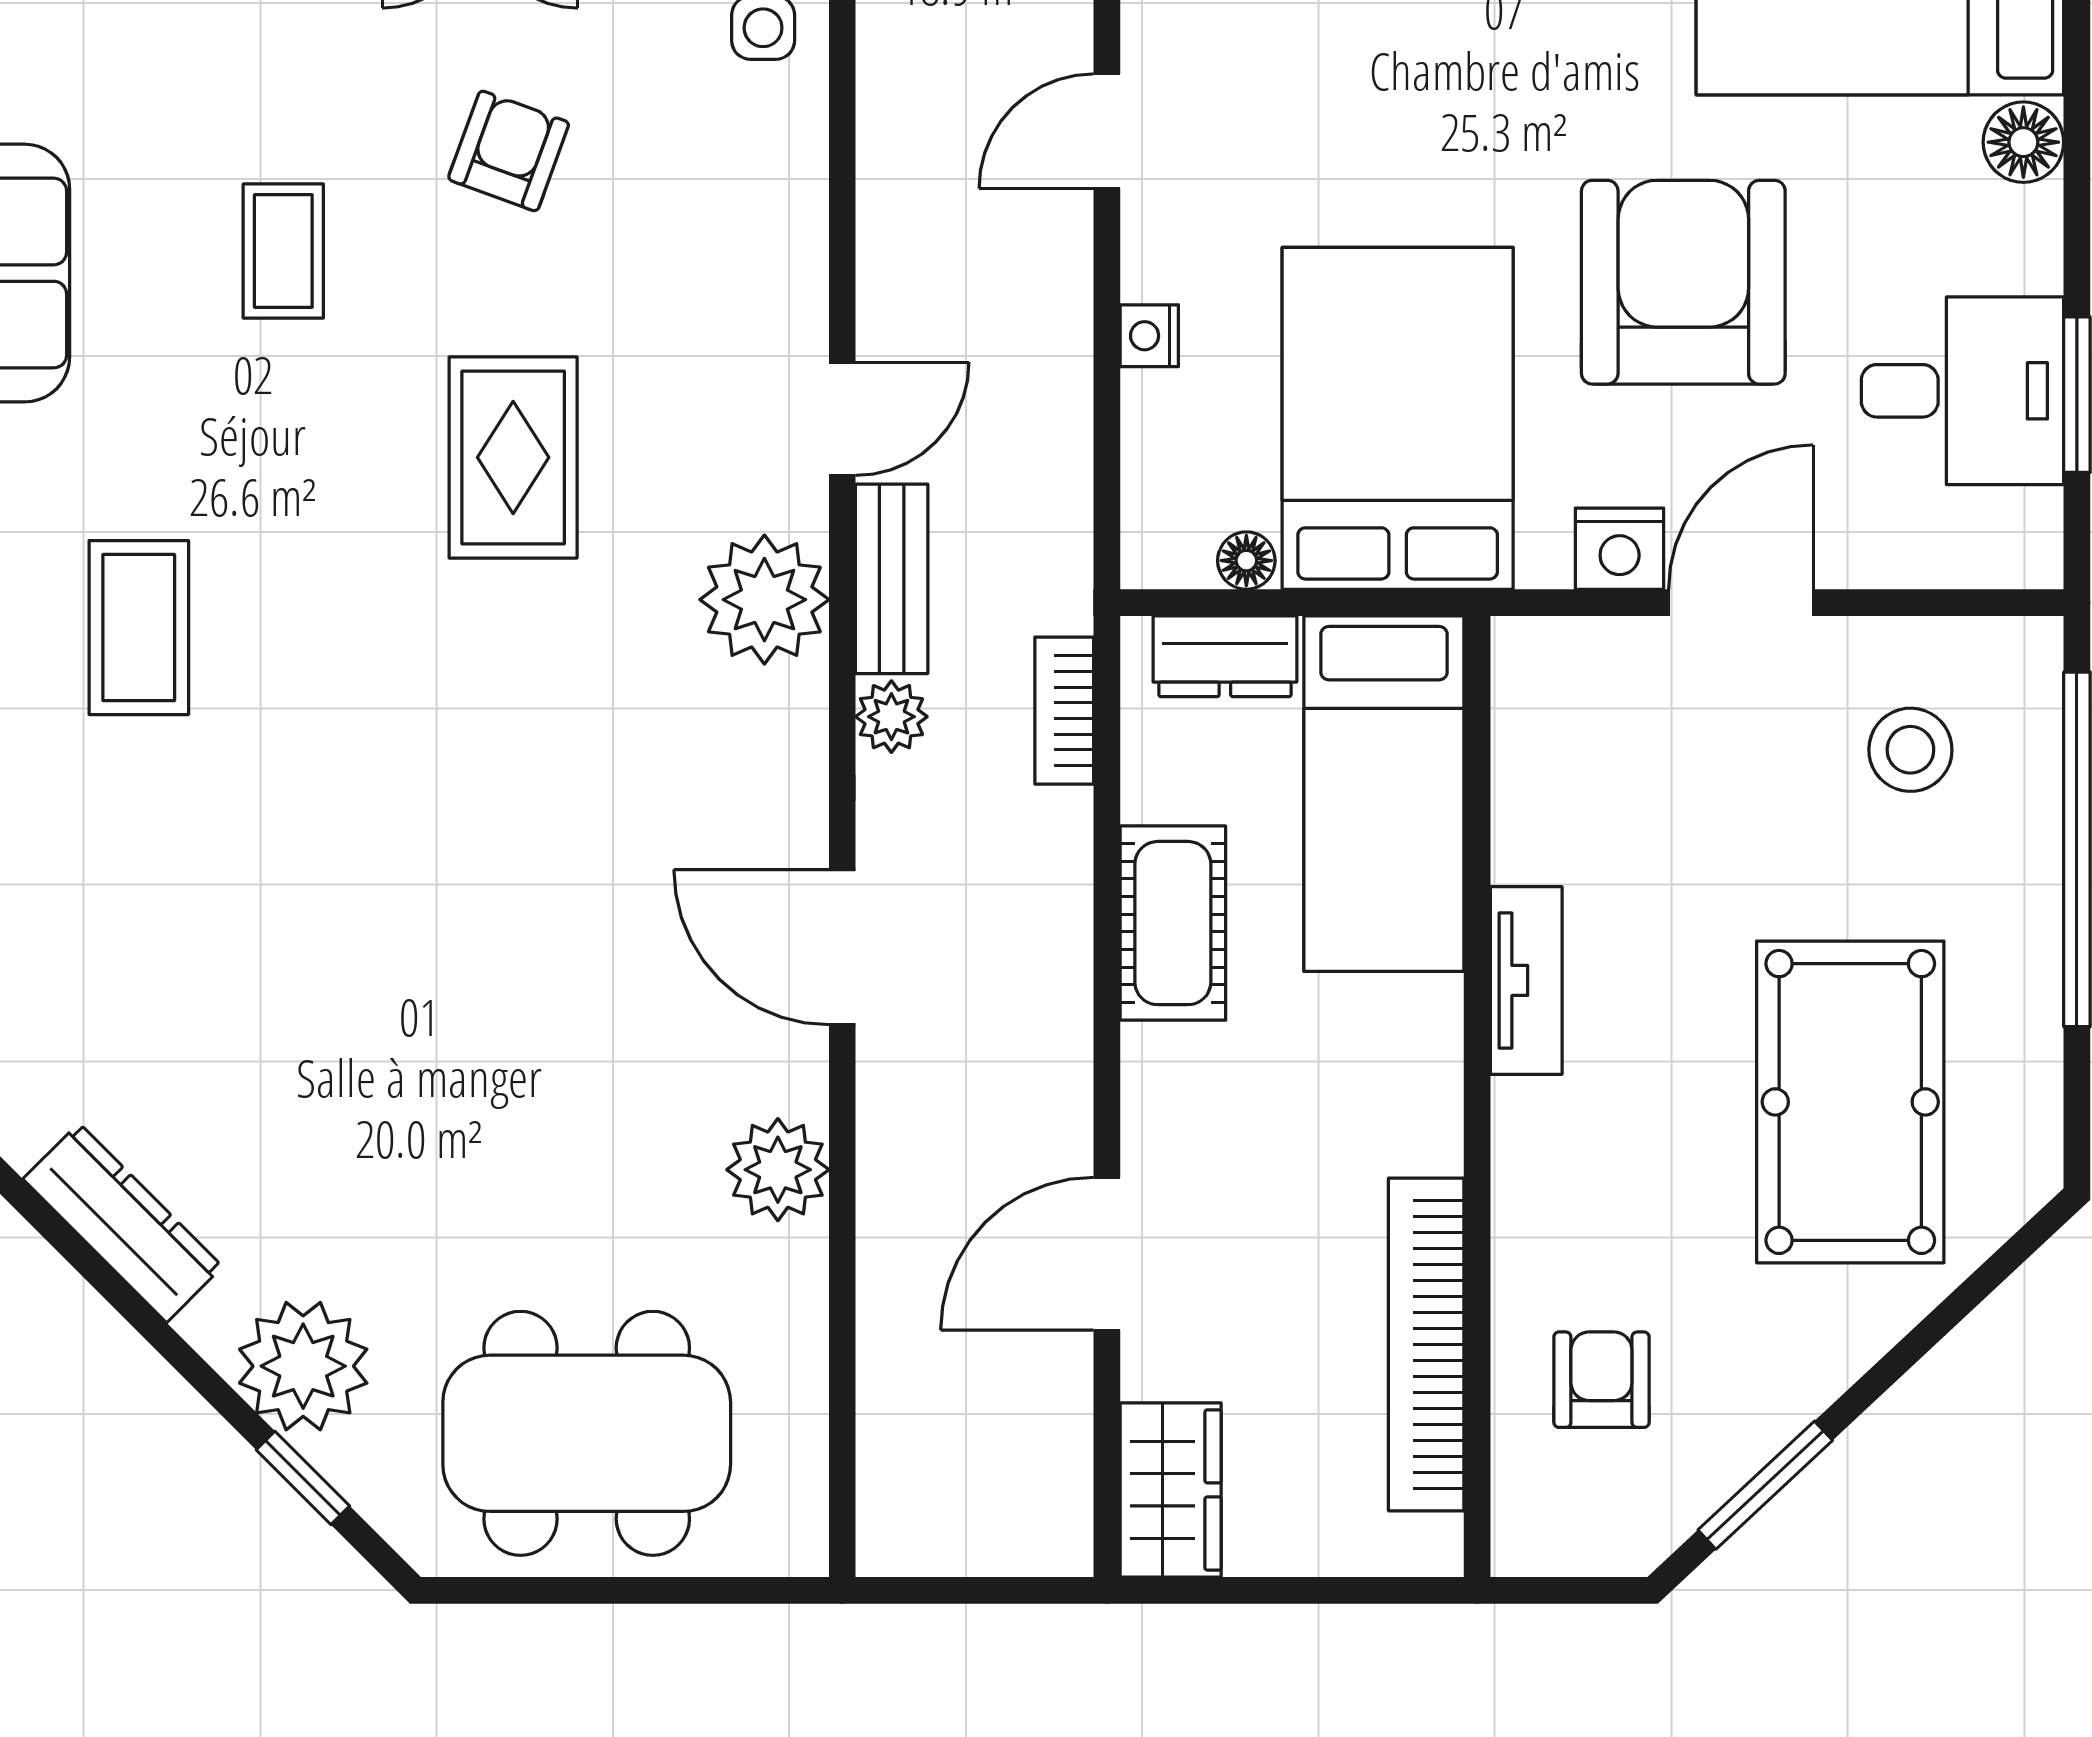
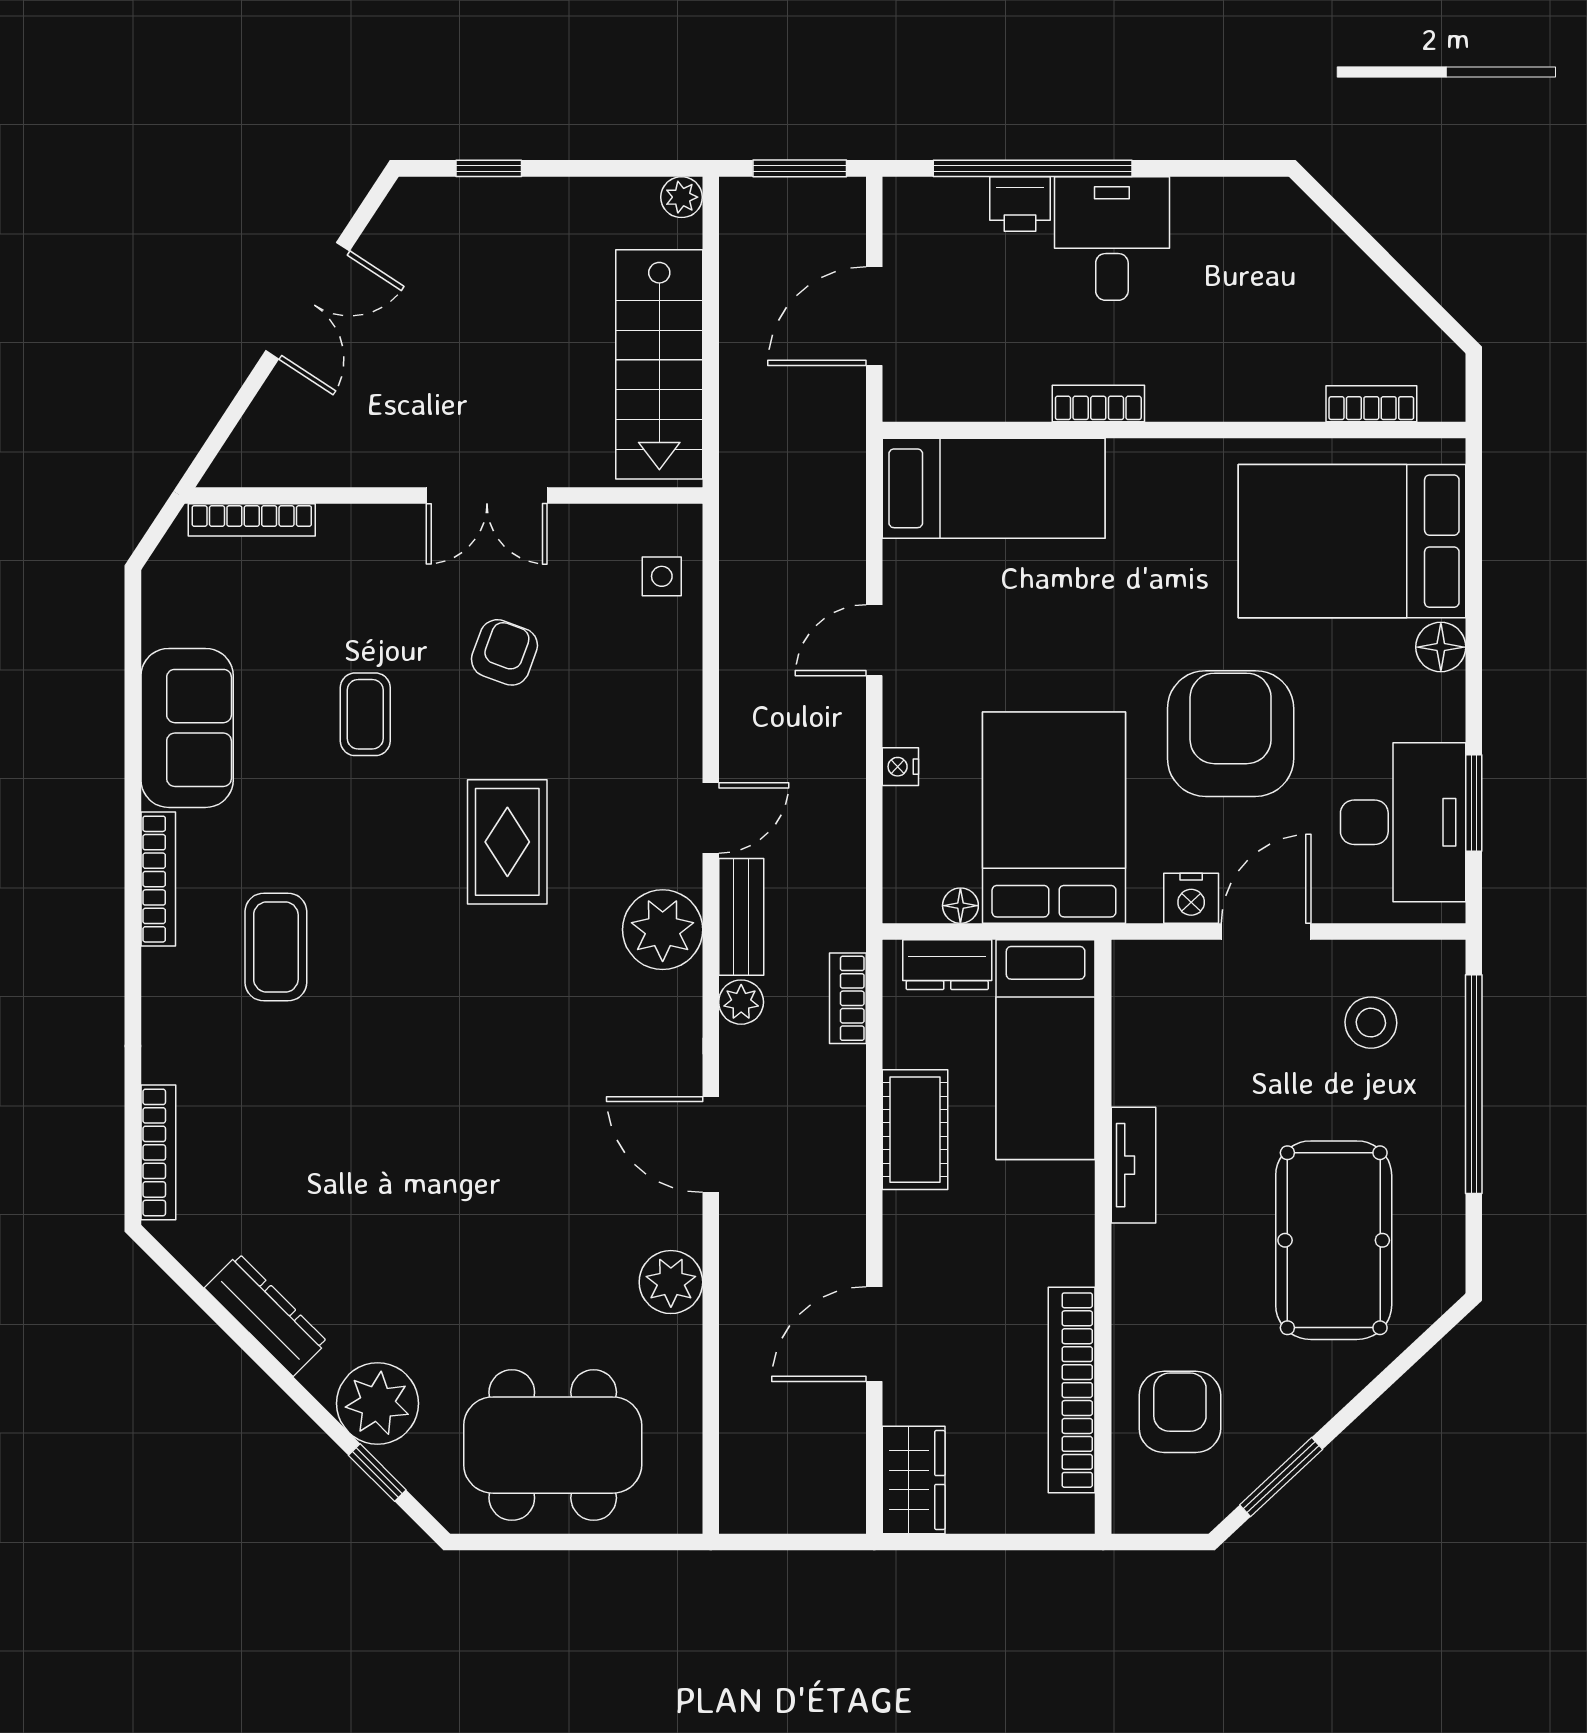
desk: (1962, 391) -> (1403, 822), width x1.37
armchair: (1601, 1380) -> (1180, 1412), width x1.38, depth x1.38

